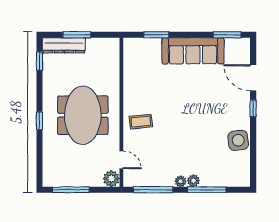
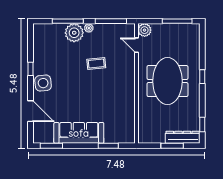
window: (253, 108) -> (30, 69), moved
coffee table: (141, 122) -> (96, 64), moved
side table: (238, 140) -> (43, 83), moved
plant: (193, 181) -> (74, 33), width x1.88, depth x1.88

